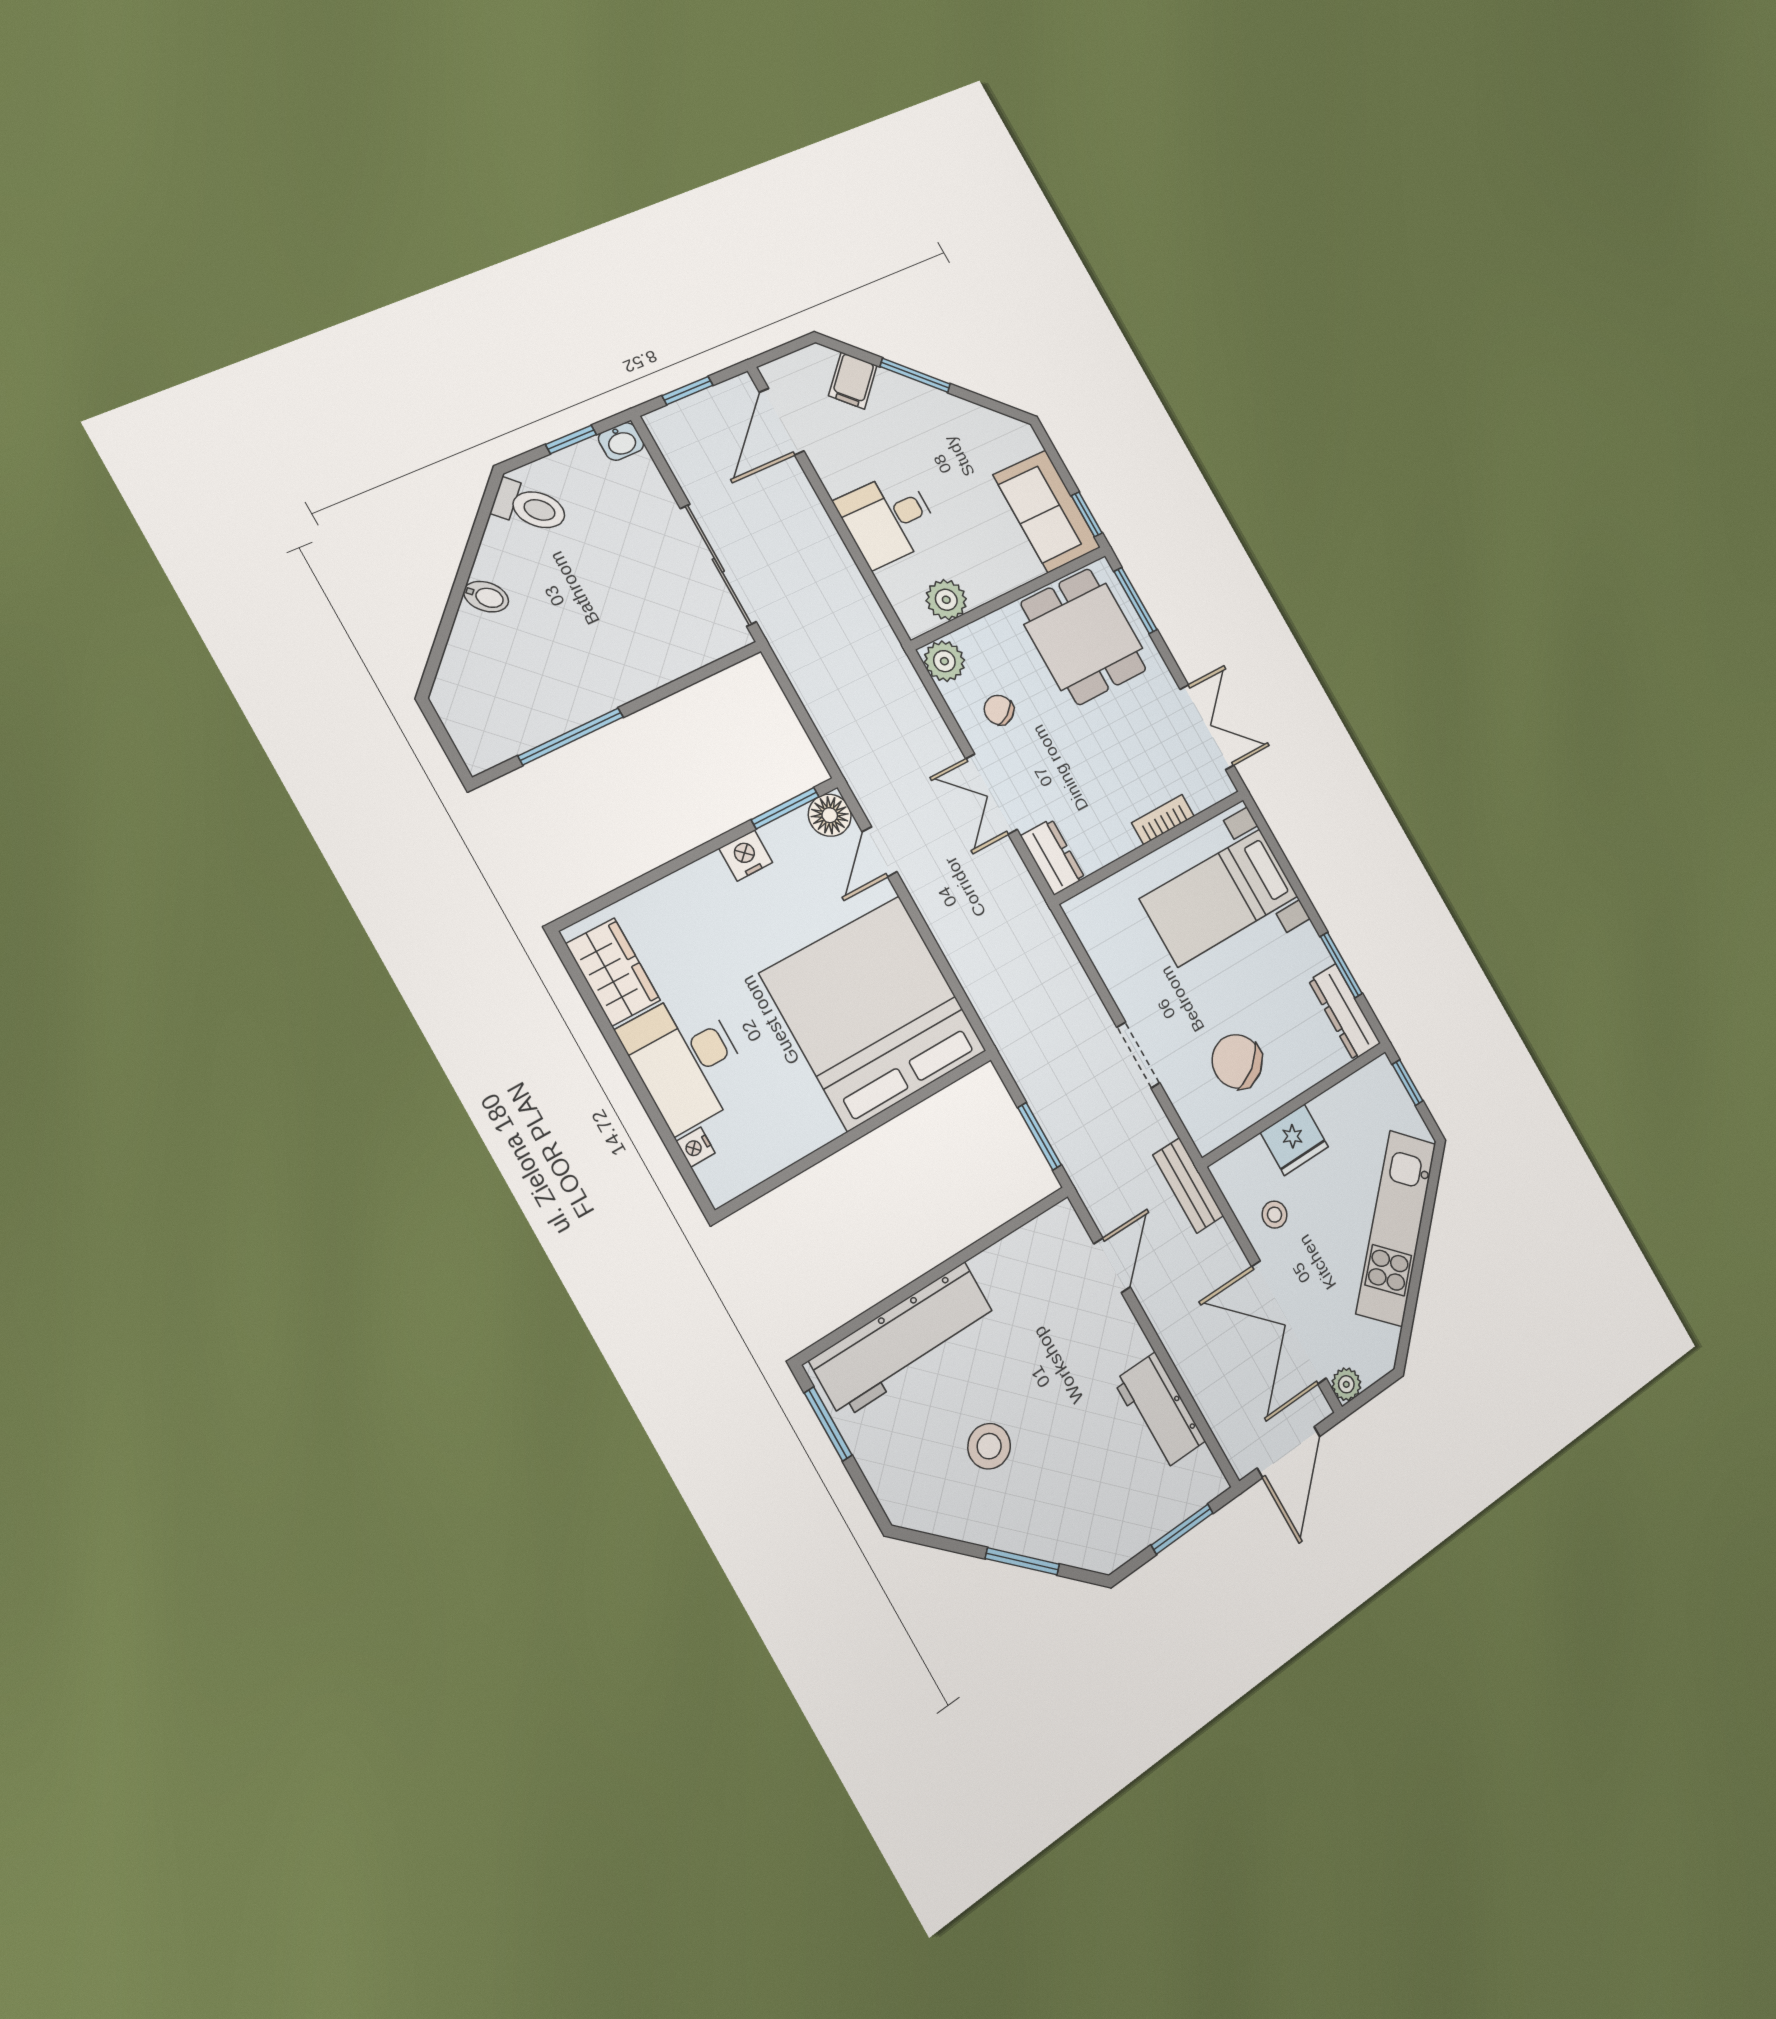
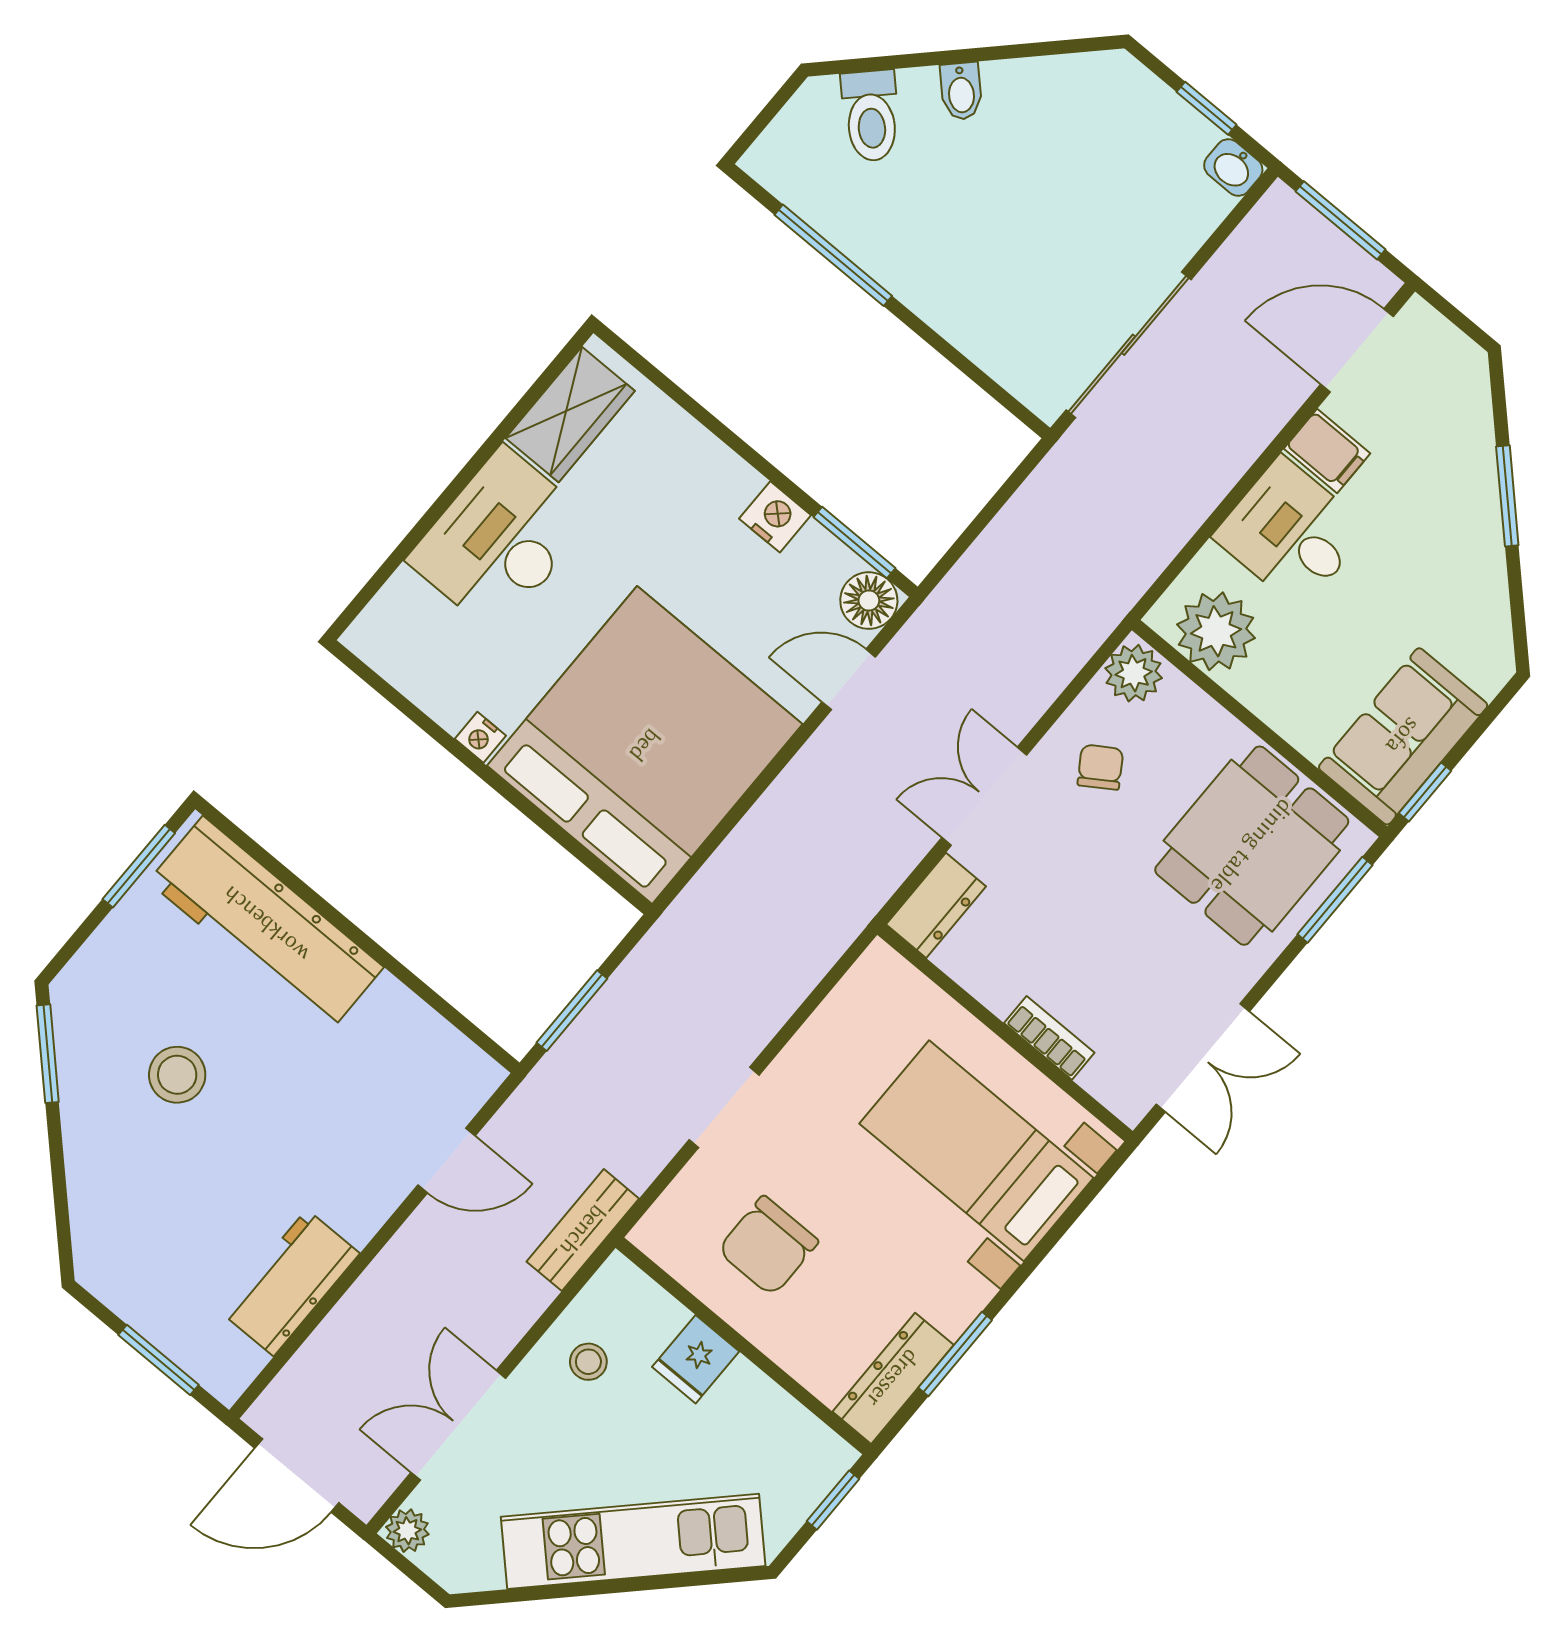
filing cabinet: (853, 381) -> (1327, 451), moved, turned -135
window: (688, 391) -> (1341, 220), width x1.50
toilet: (530, 507) -> (871, 116), moved
plant: (946, 600) -> (1216, 631), width x1.36, depth x1.36
chair: (1237, 1061) -> (768, 1246), turned -144
fridge: (1294, 1140) -> (696, 1359), width x0.72
nightstand: (696, 1147) -> (480, 737), moved, turned -90
double door: (1289, 1322) -> (458, 1425), width x0.73
window: (1022, 1561) -> (48, 1054), moved

